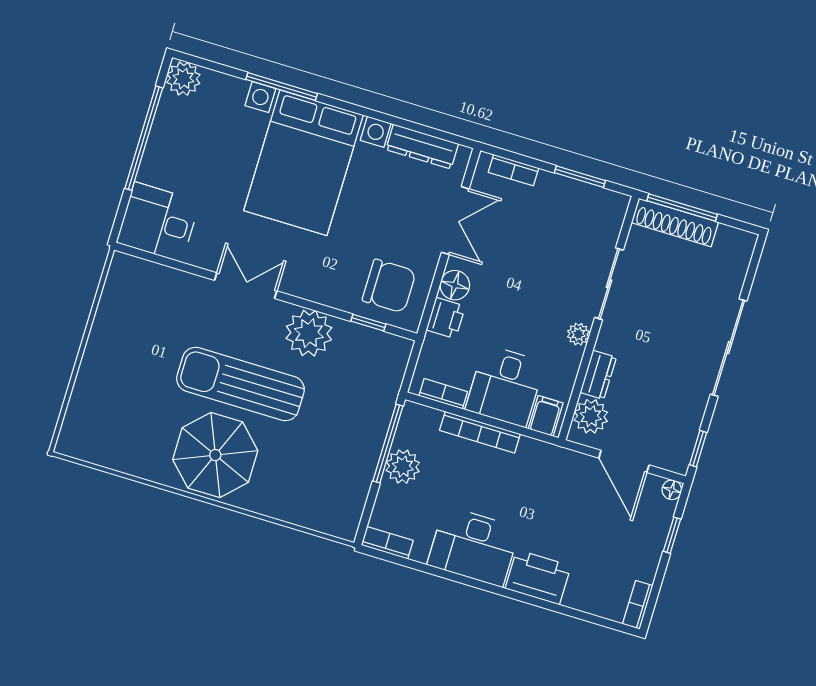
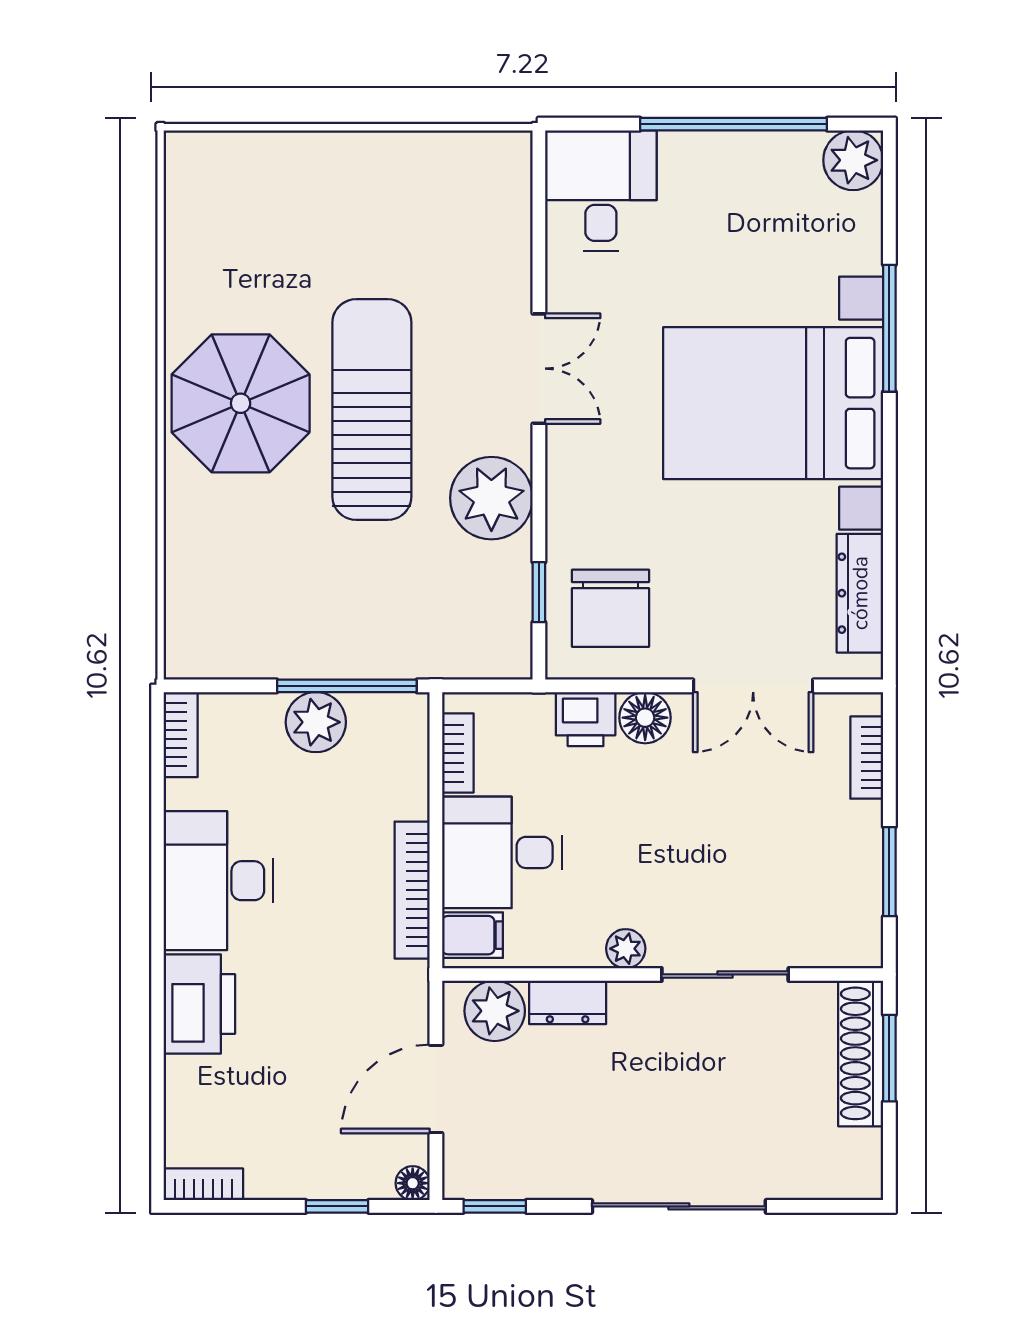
window: (682, 207) -> (889, 1058), width x0.69
bookcase: (480, 432) -> (412, 890), moved

